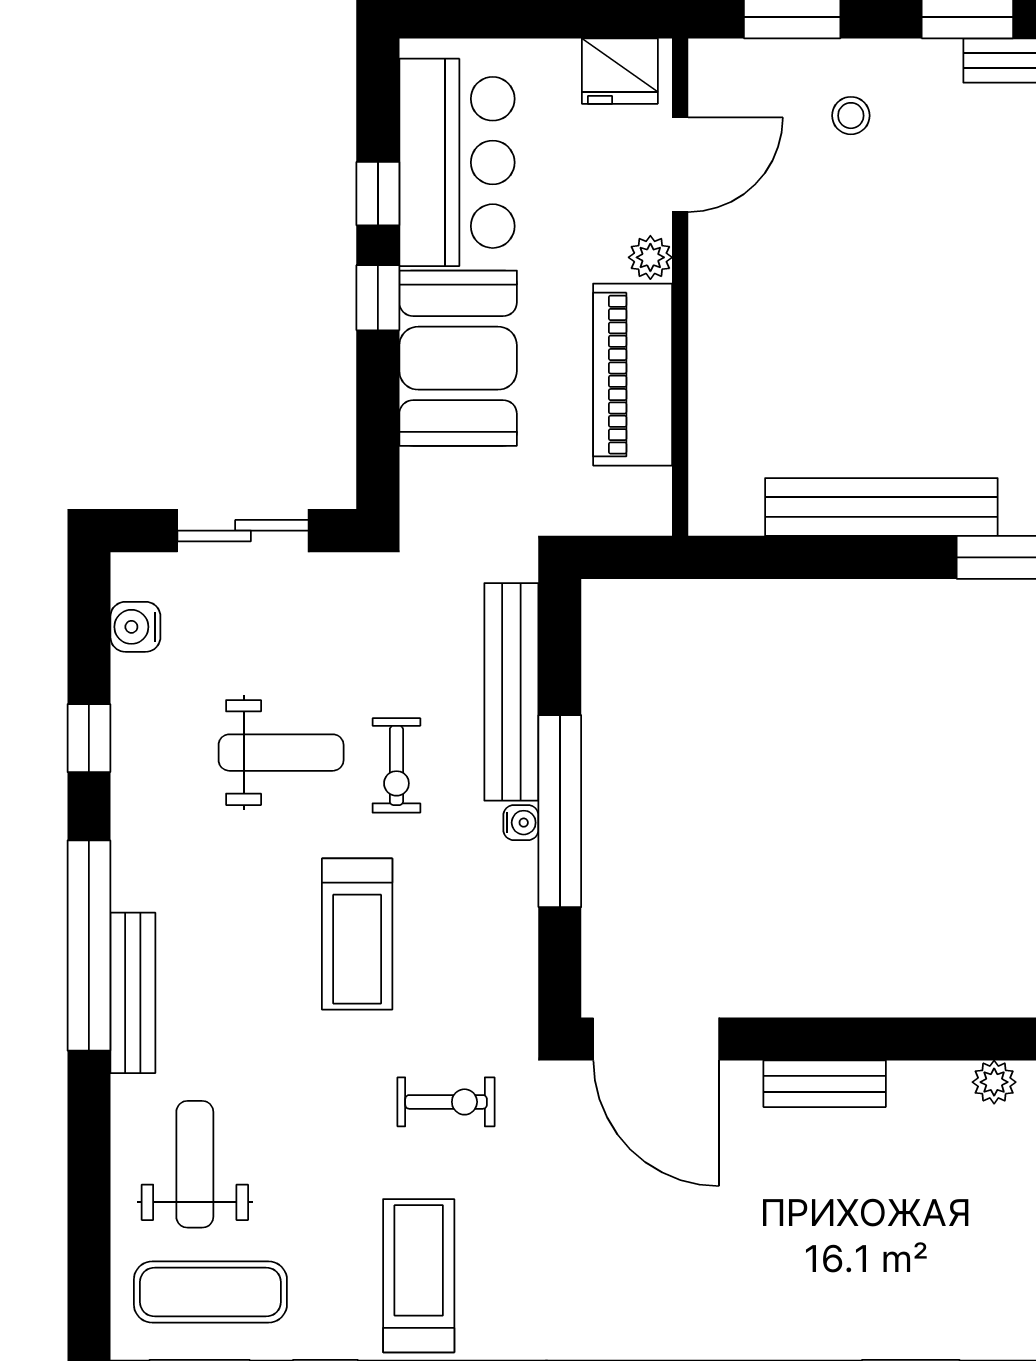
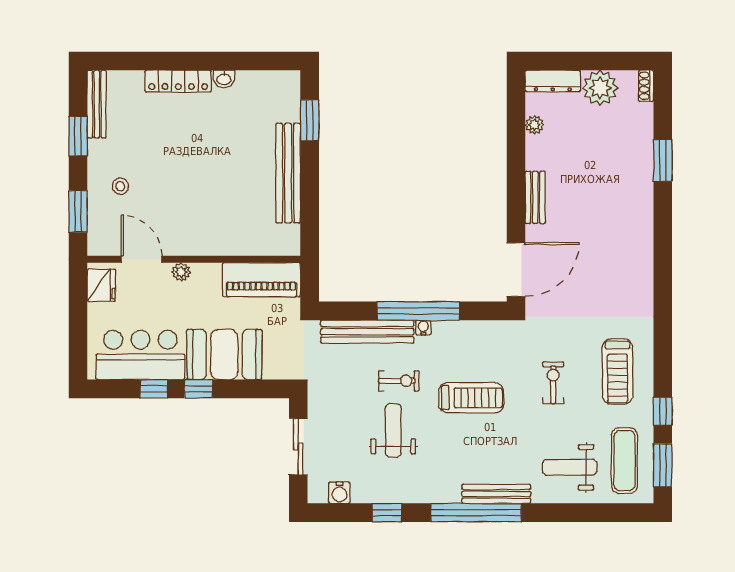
piano: (633, 375) -> (261, 280), moved
exercise bike: (446, 1102) -> (553, 383), moved
treadmill: (419, 1276) -> (617, 371), turned -90

